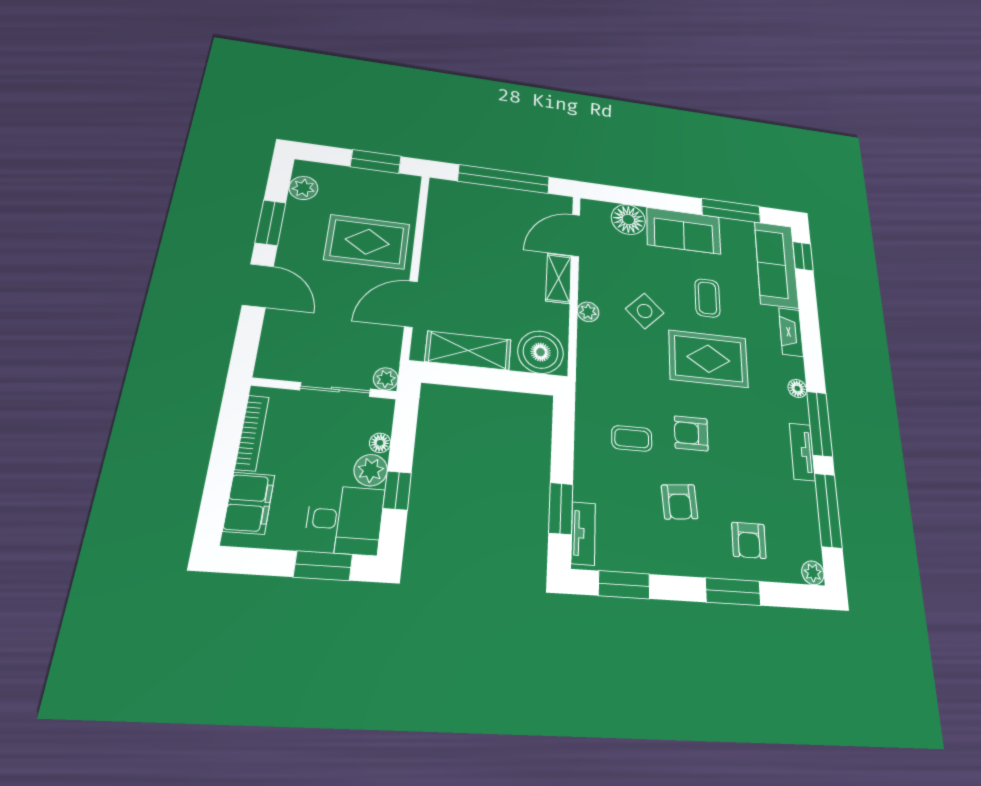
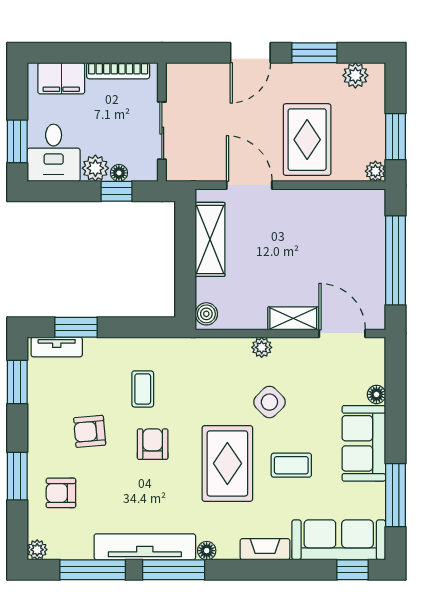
floor lamp: (628, 219) -> (376, 394), width x0.53, depth x0.53
boiler: (541, 352) -> (206, 314), width x0.54, depth x0.54
plant: (386, 379) -> (375, 171), moved
tv unit: (802, 452) -> (145, 547), width x1.92, depth x1.29
window: (397, 491) -> (117, 191), moved

